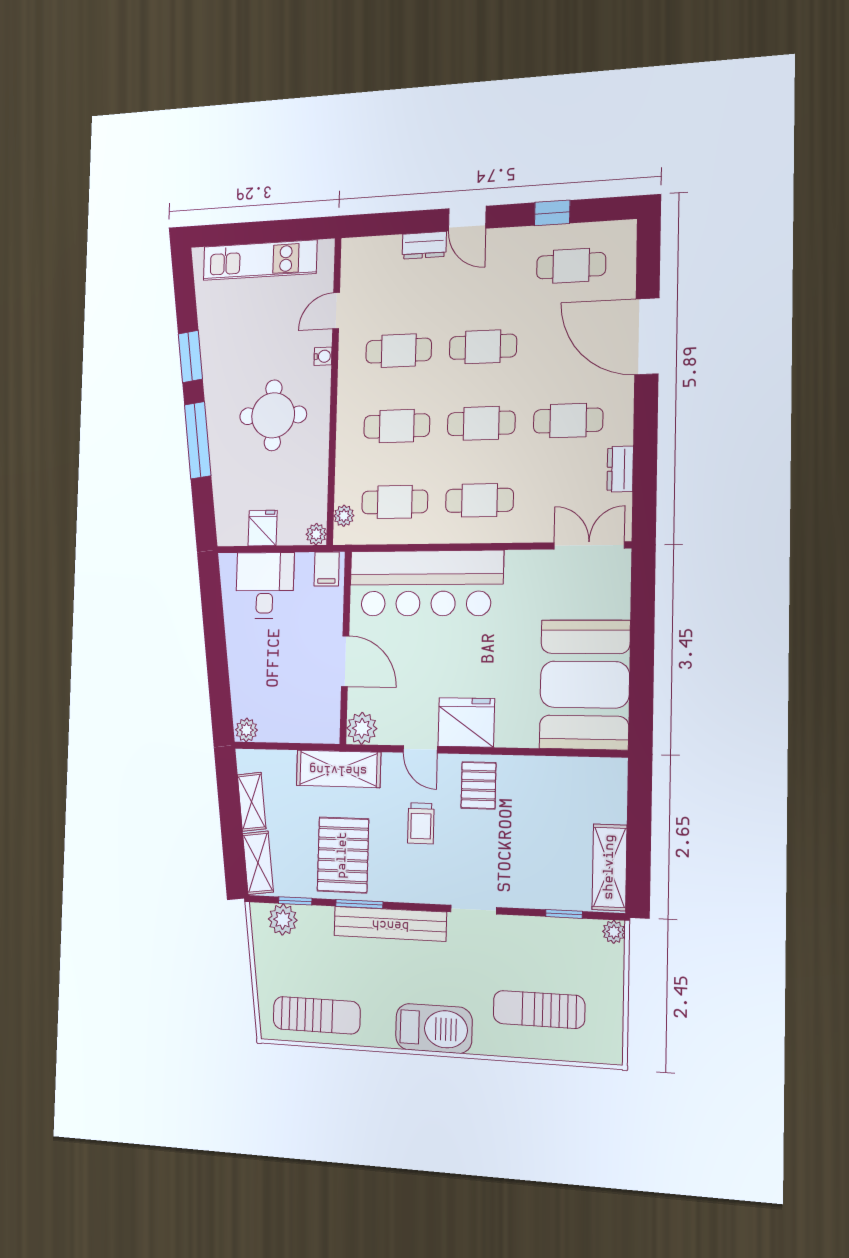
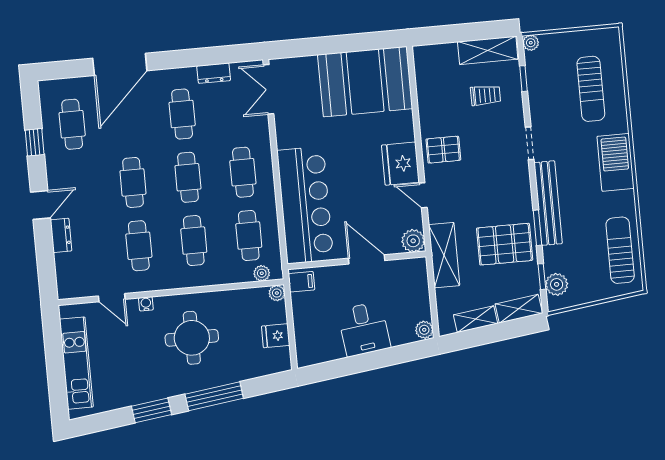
desk: (265, 585) -> (364, 329), moved, turned -97
door: (345, 661) -> (367, 259), hinge flipped
door: (420, 749) -> (423, 195), swing flipped
trolley: (421, 823) -> (485, 95), moved

